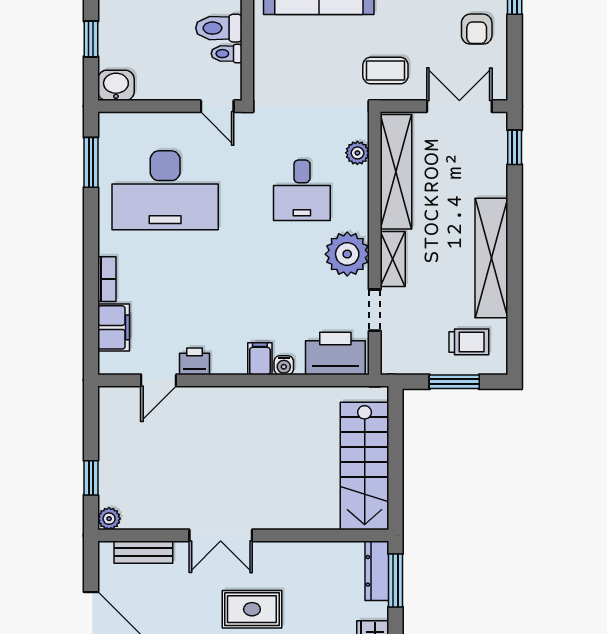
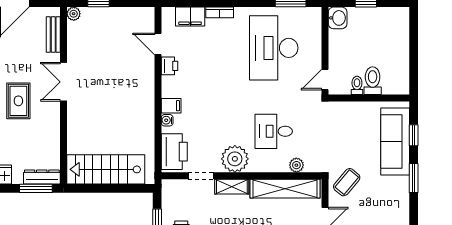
coffee table: (385, 71) -> (347, 182), turned 40

